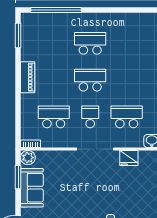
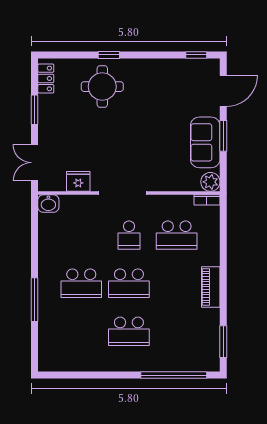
school desk: (127, 117) -> (81, 283), moved
window: (18, 177) -> (223, 136), moved

